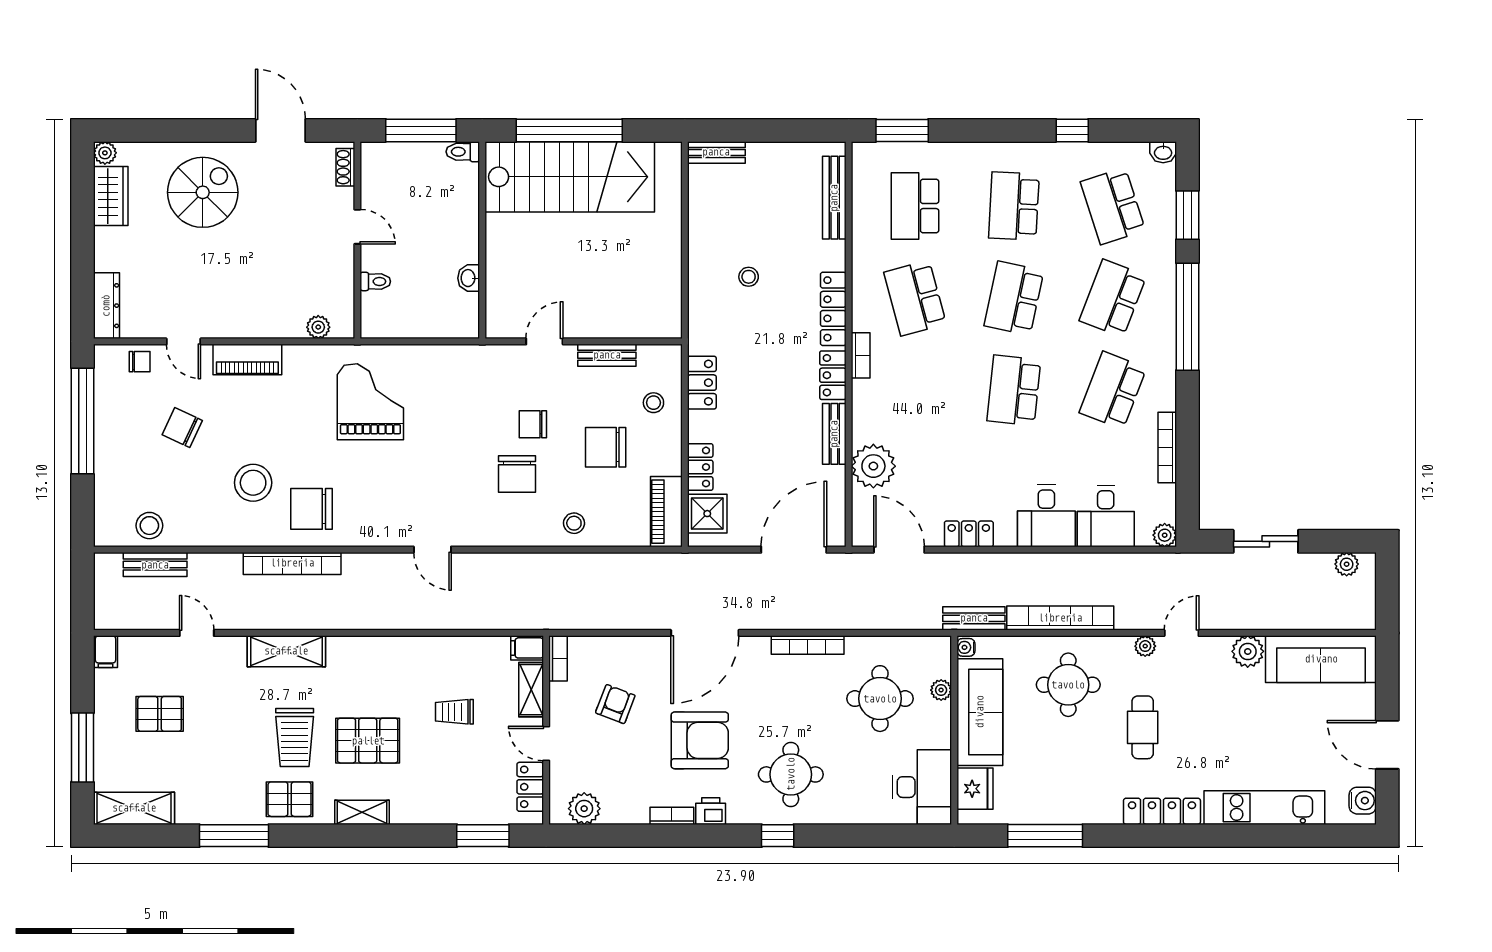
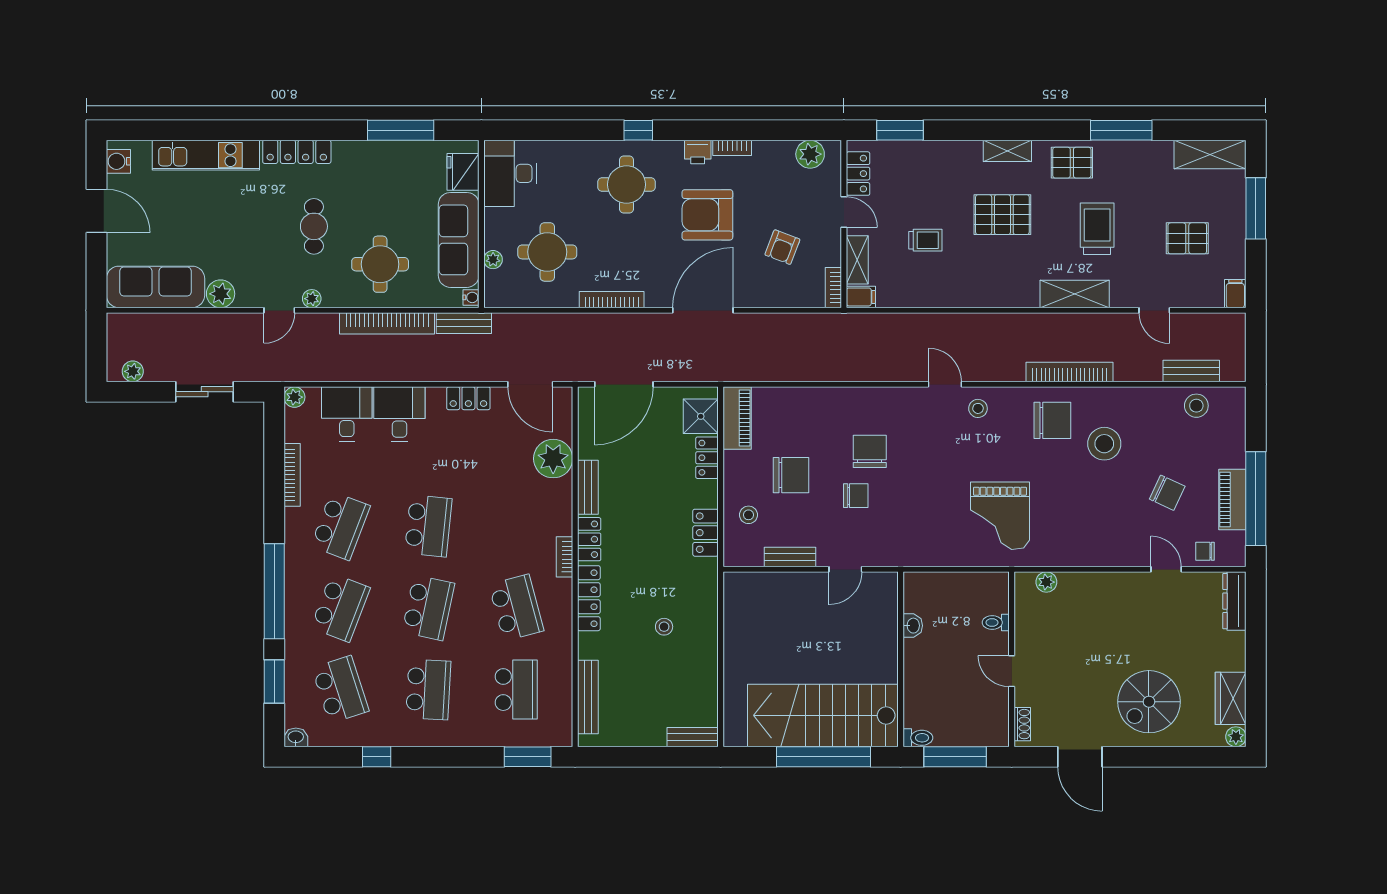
piano: (247, 359) -> (1232, 499), moved, turned -90
stool: (574, 523) -> (978, 408), moved
trolley: (295, 737) -> (1097, 229), moved

